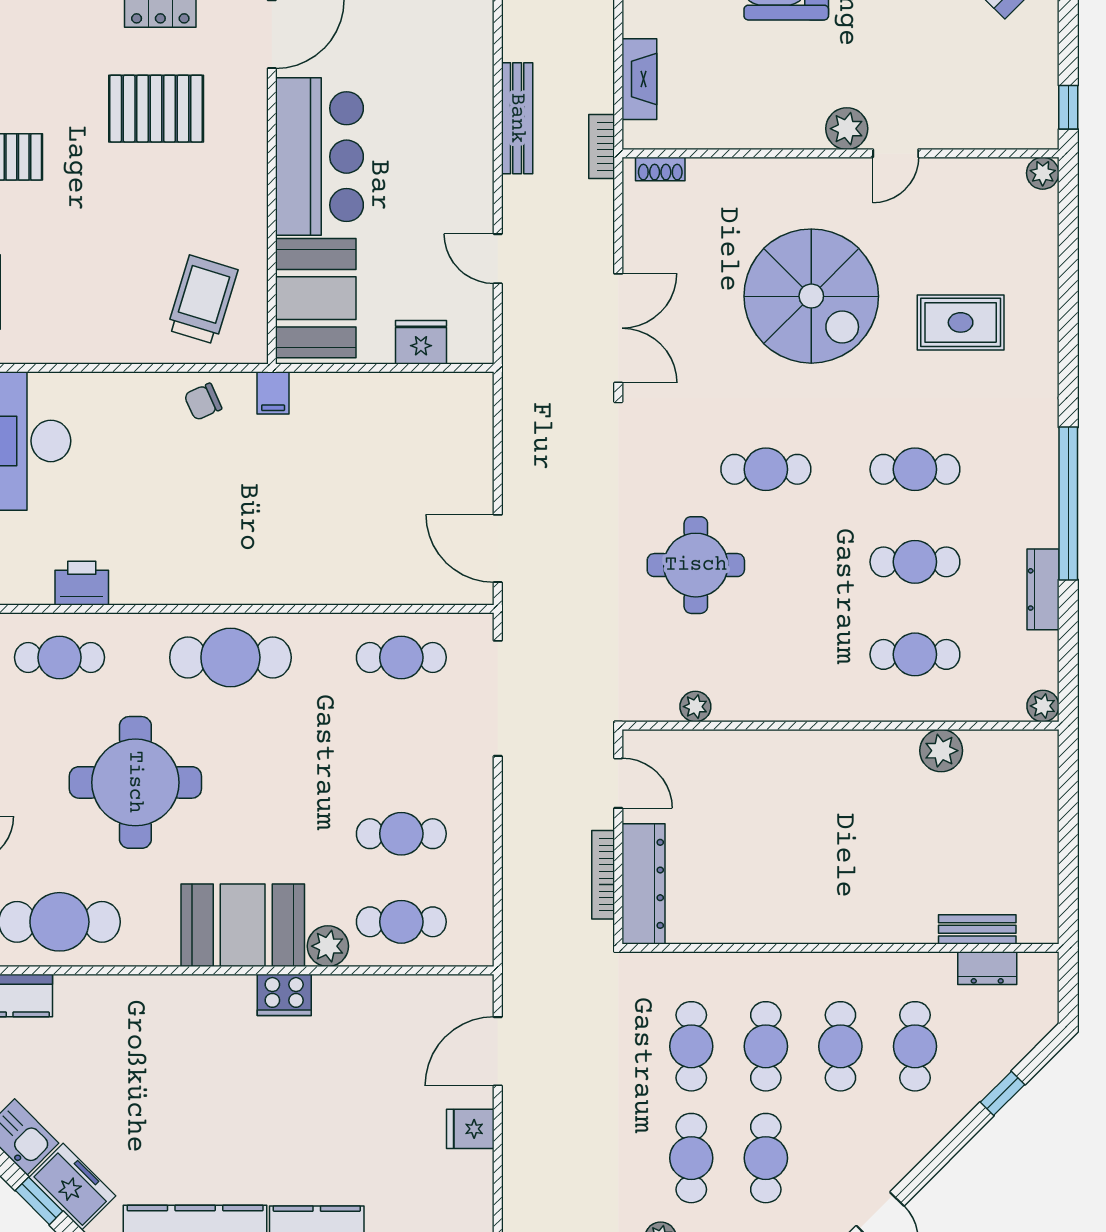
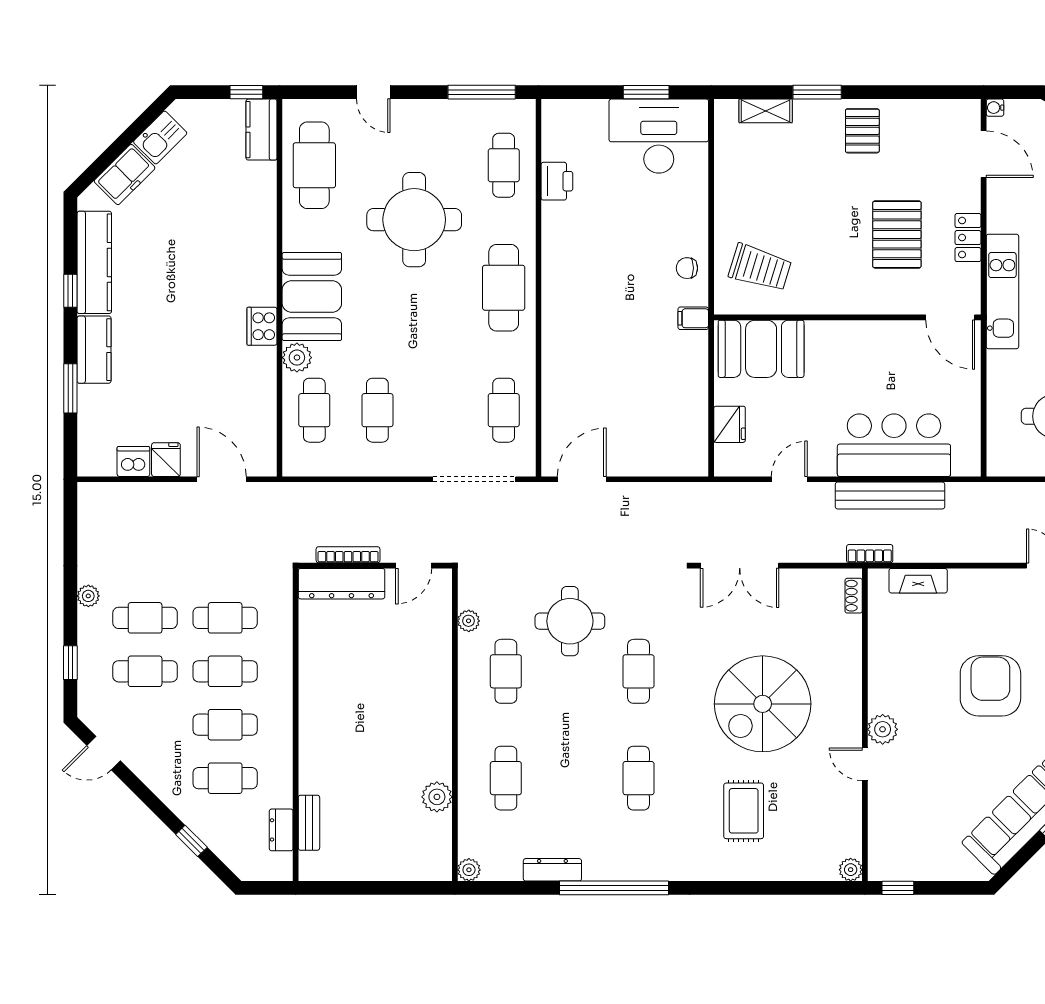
bench: (517, 118) -> (890, 496), width x1.37, depth x1.21
bar counter: (319, 157) -> (894, 445), moved, turned 180
chair: (203, 402) -> (687, 268), turned -66
cafe table: (915, 562) -> (506, 671), moved
dishwasher: (473, 1174) -> (133, 461), added
window: (39, 1201) -> (114, 151), removed

